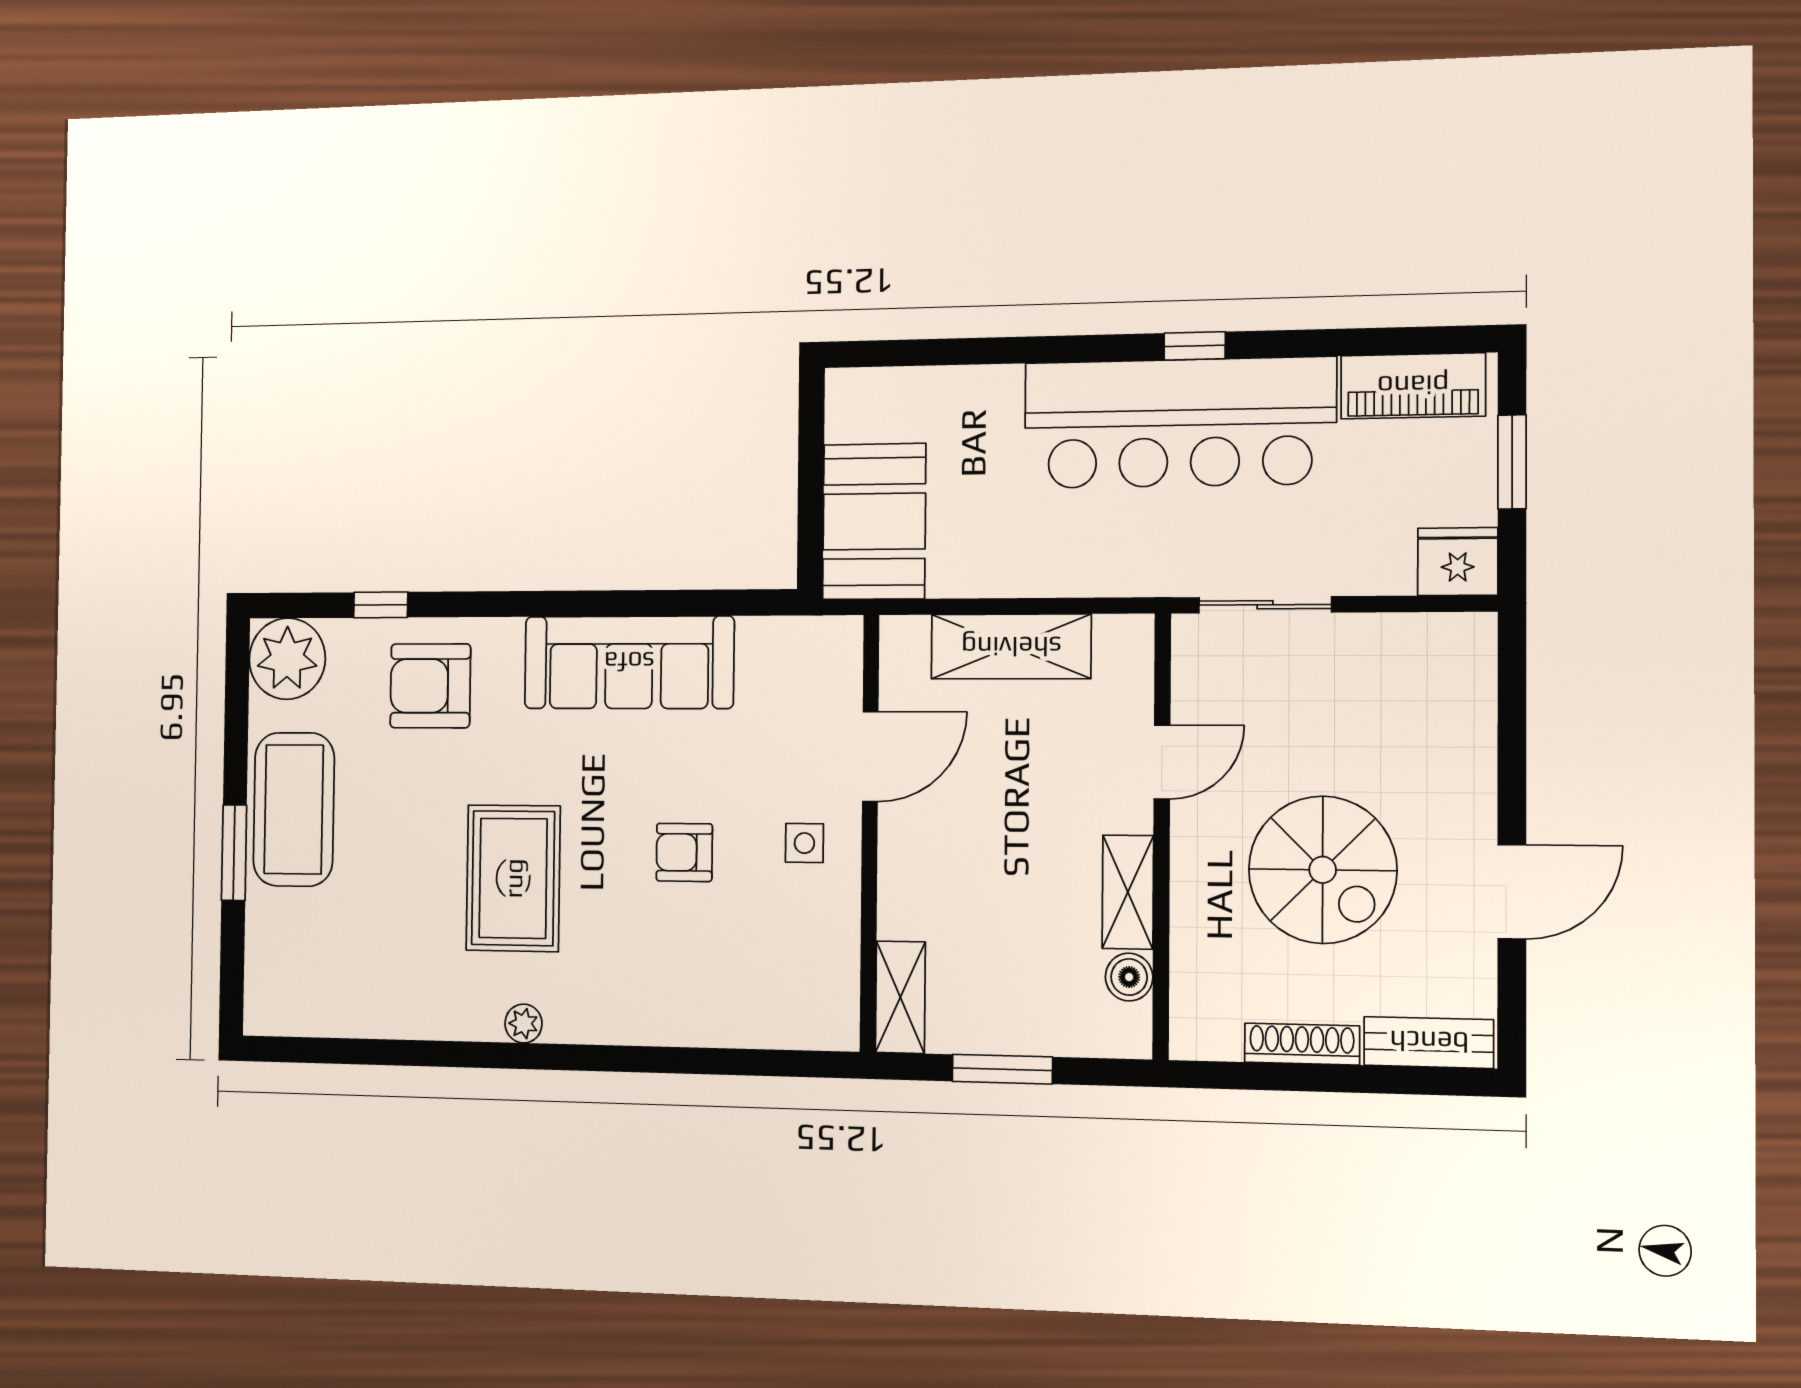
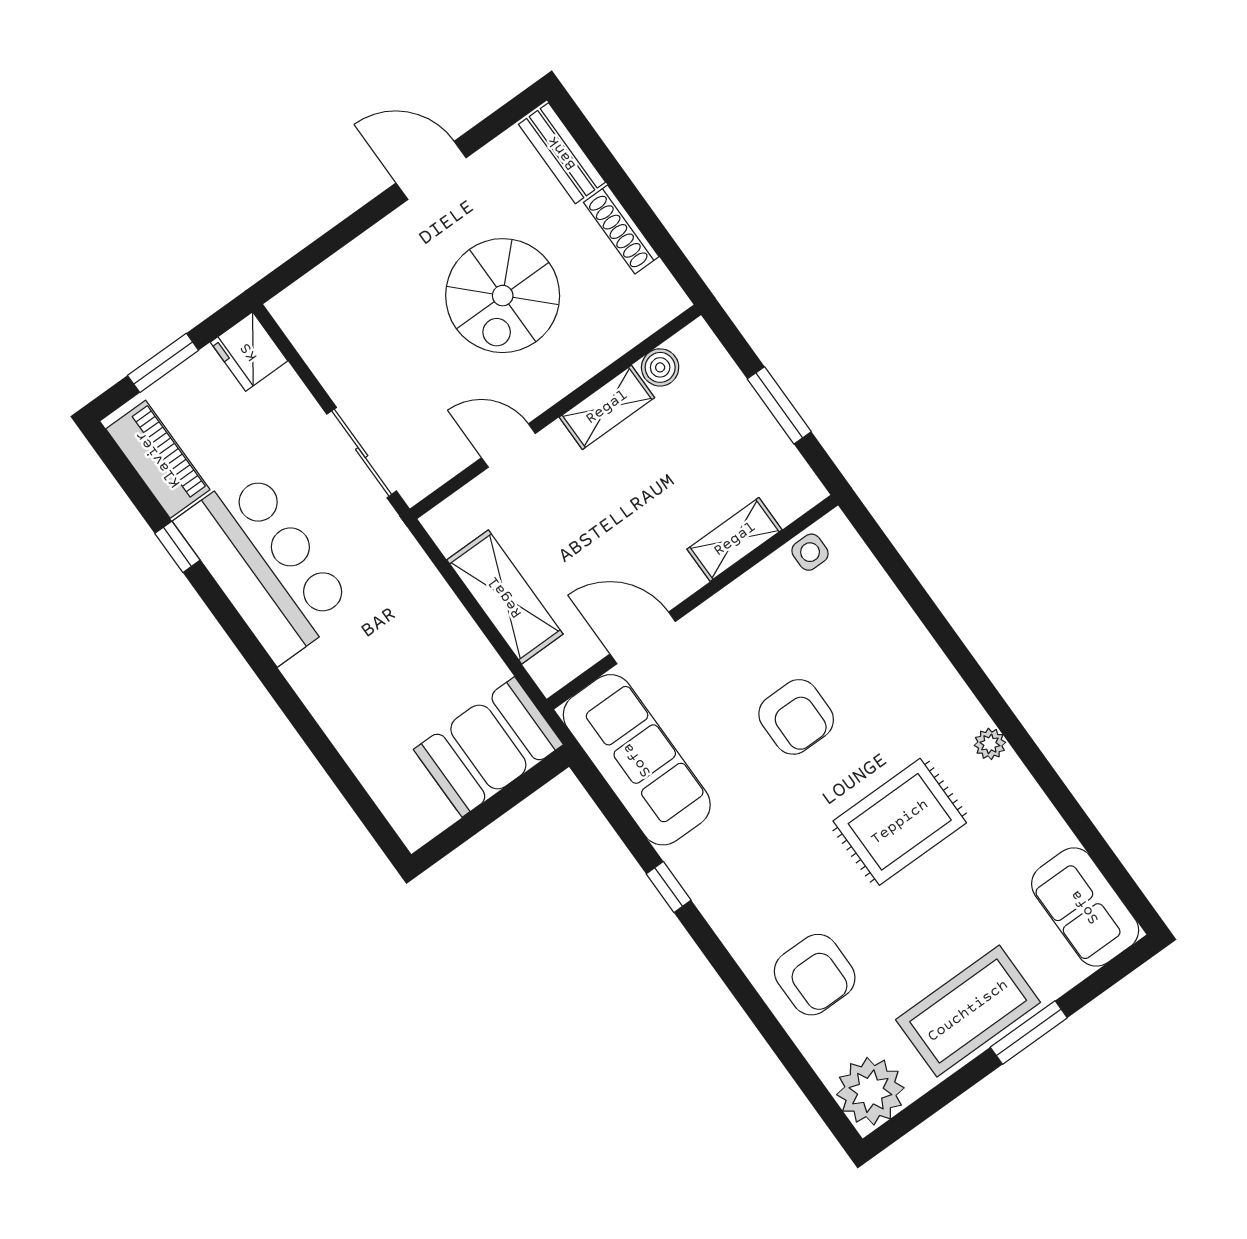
window: (1195, 346) -> (177, 547), moved
bar counter: (1179, 423) -> (265, 565), width x0.73
window: (381, 605) -> (669, 887), moved
sofa: (629, 662) -> (637, 760), moved
side table: (804, 843) -> (810, 552), moved
armchair: (684, 852) -> (796, 717), width x1.38, depth x1.38
spiral stairs: (1323, 870) -> (503, 296), turned 180
sofa: (309, 997) -> (1085, 907), added
shelving: (900, 997) -> (735, 539), moved

